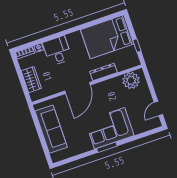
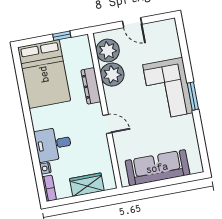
plant: (114, 86) -> (112, 74), added
door: (78, 88) -> (107, 124), width x0.53
door: (158, 108) -> (132, 23), moved

